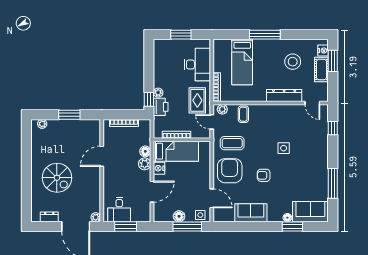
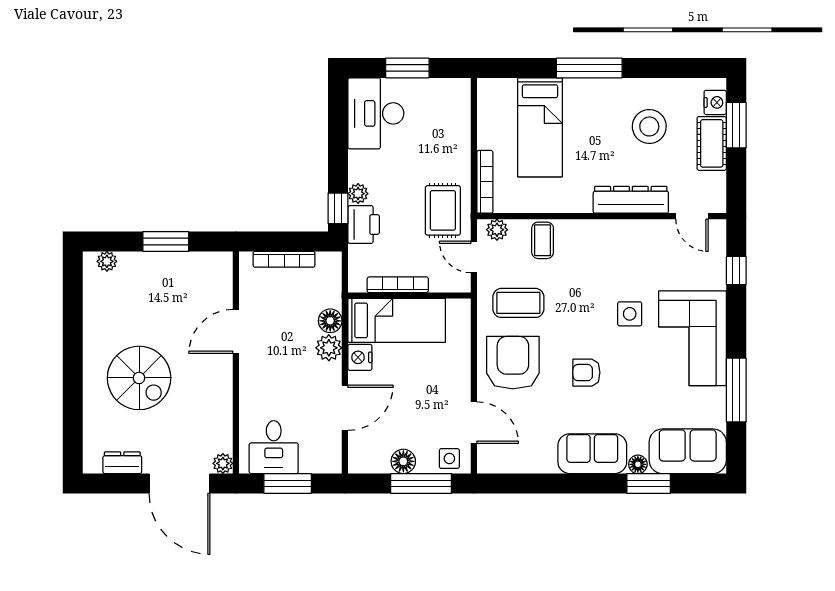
desk: (197, 64) -> (376, 113), moved, turned 180
corner sofa: (313, 159) -> (692, 338), added
sofa: (251, 213) -> (592, 454), moved

